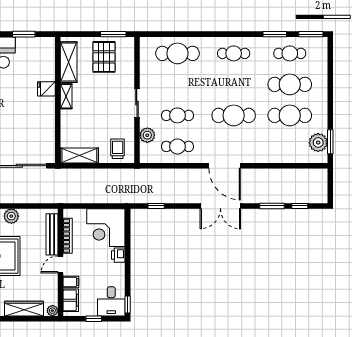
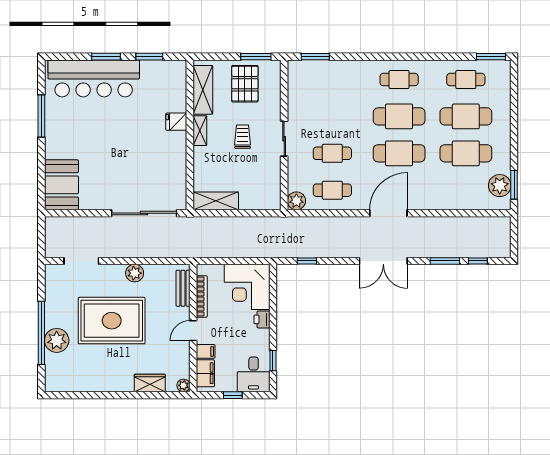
window: (275, 34) -> (315, 57), moved
cafe table: (177, 53) -> (399, 116), moved
plant: (147, 135) -> (296, 201), moved
trolley: (118, 149) -> (243, 137), moved
door: (225, 166) -> (388, 213), swing flipped
bench: (52, 234) -> (183, 288), width x0.73
window: (128, 305) -> (273, 361), moved
wardrobe: (24, 309) -> (150, 383), width x0.67

